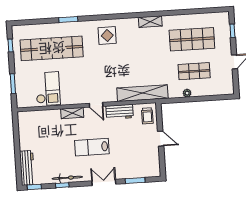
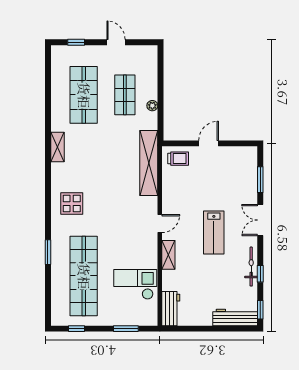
workbench: (120, 112) -> (171, 309), moved

